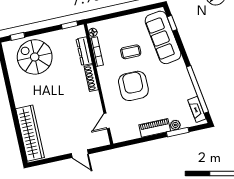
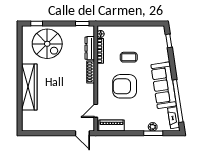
sofa: (163, 37) -> (164, 85), moved
spiral stairs: (35, 57) -> (47, 44), turned 180
armchair: (133, 86) -> (125, 86), turned -90
piano: (155, 128) -> (112, 125), moved
wardrobe: (30, 133) -> (29, 87), moved
door: (80, 154) -> (82, 133), moved

